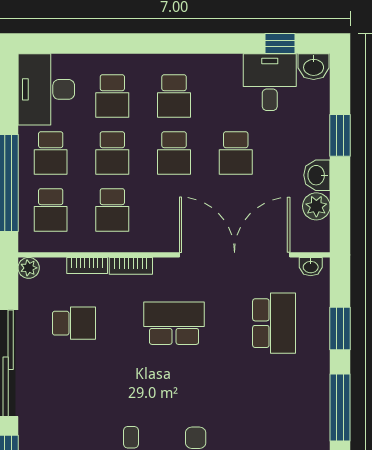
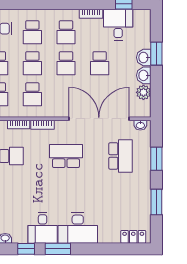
bookcase: (220, 62) -> (91, 14), added
washbasin: (314, 67) -> (144, 57), moved, turned 90
window: (340, 408) -> (156, 202), width x0.69

